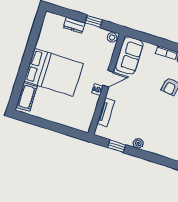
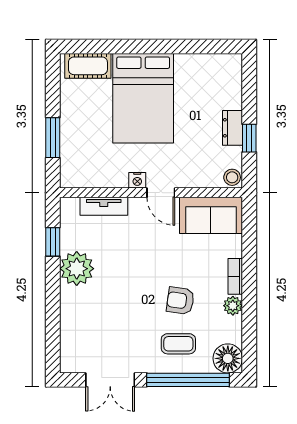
dresser: (74, 25) -> (233, 128), moved
window: (60, 128) -> (53, 138), added
plant: (138, 143) -> (77, 269), width x1.88, depth x1.88

